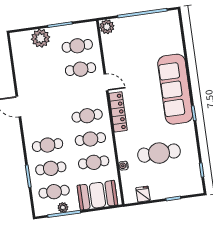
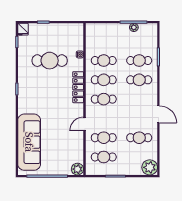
plant: (41, 38) -> (150, 167), moved
door: (106, 82) -> (85, 124), hinge flipped
sofa: (175, 89) -> (29, 142), moved
locker: (118, 112) -> (78, 87), moved
cafe table: (54, 192) -> (139, 138), moved
fridge: (143, 194) -> (23, 29), moved
booth: (97, 195) -> (104, 33), removed

